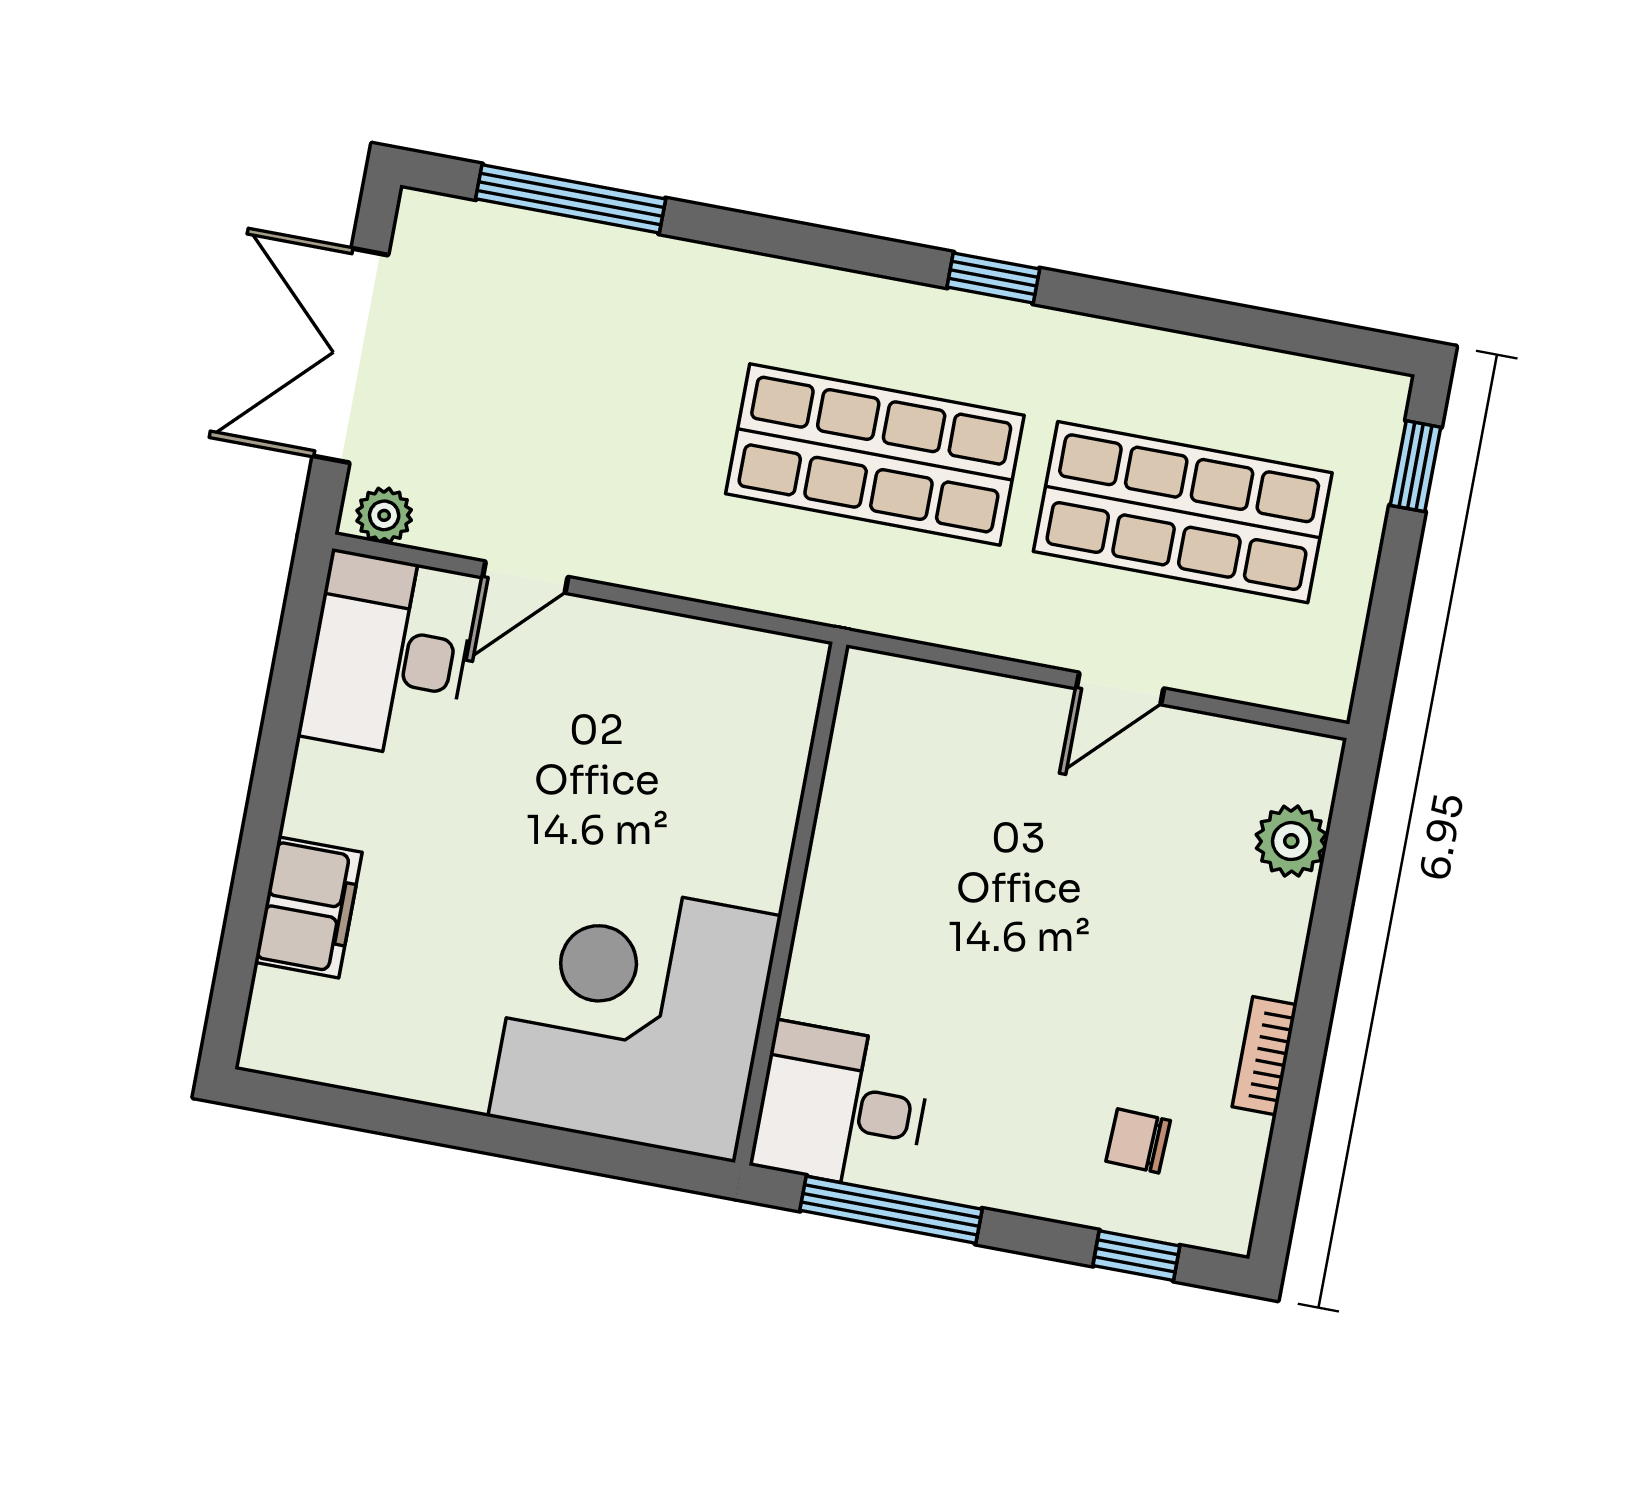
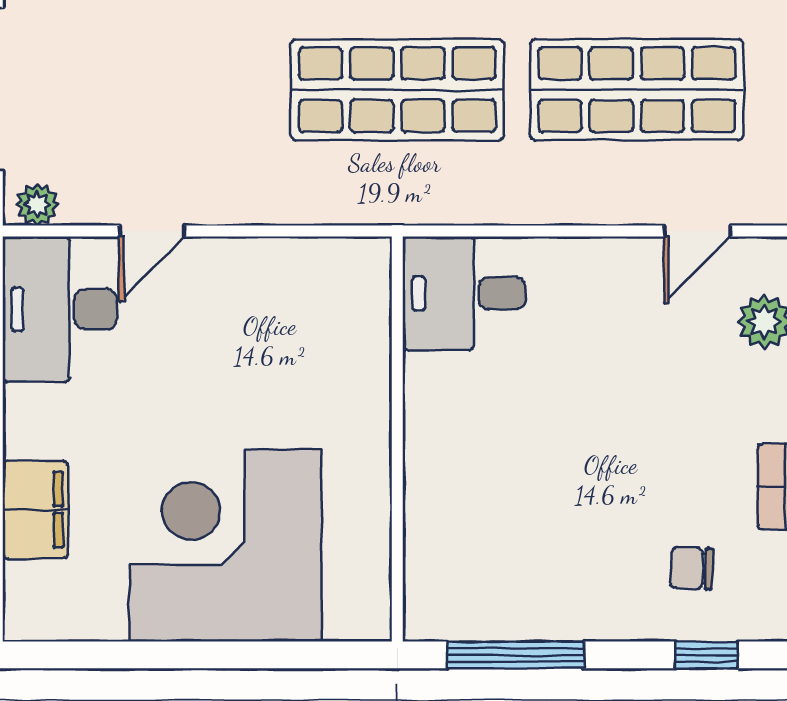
door: (1120, 688) -> (697, 231), moved
corner desk: (635, 1016) -> (226, 545), moved
desk: (842, 1107) -> (464, 293), moved

